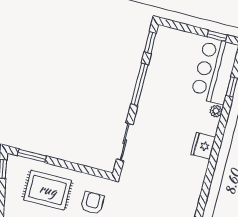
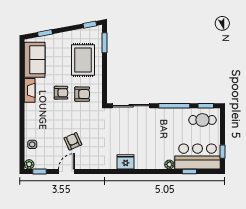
cafe table: (168, 52) -> (202, 120), added
sliding door: (125, 142) -> (131, 106), width x1.37
fridge: (203, 146) -> (126, 162), moved

